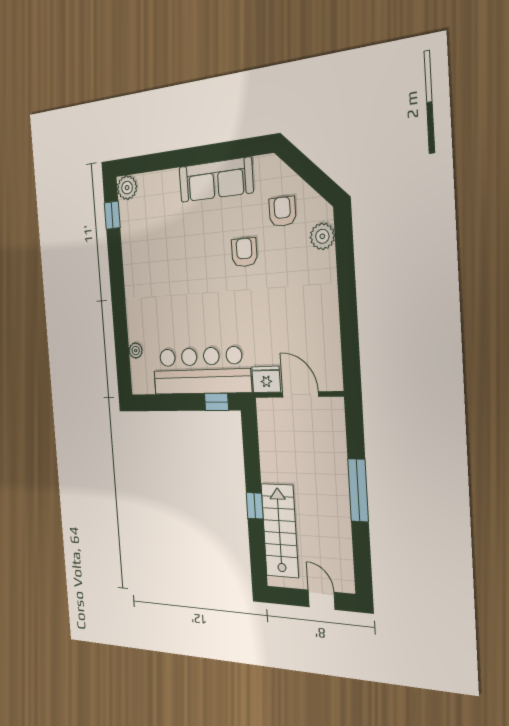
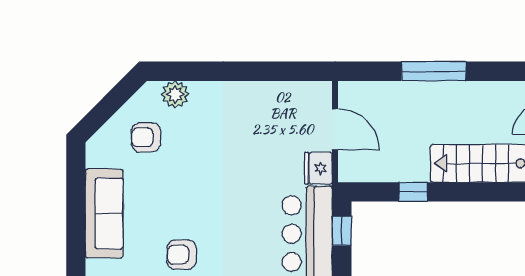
armchair: (244, 252) -> (182, 255), moved
door: (301, 395) -> (335, 129), swing flipped
window: (255, 506) -> (413, 192), moved

